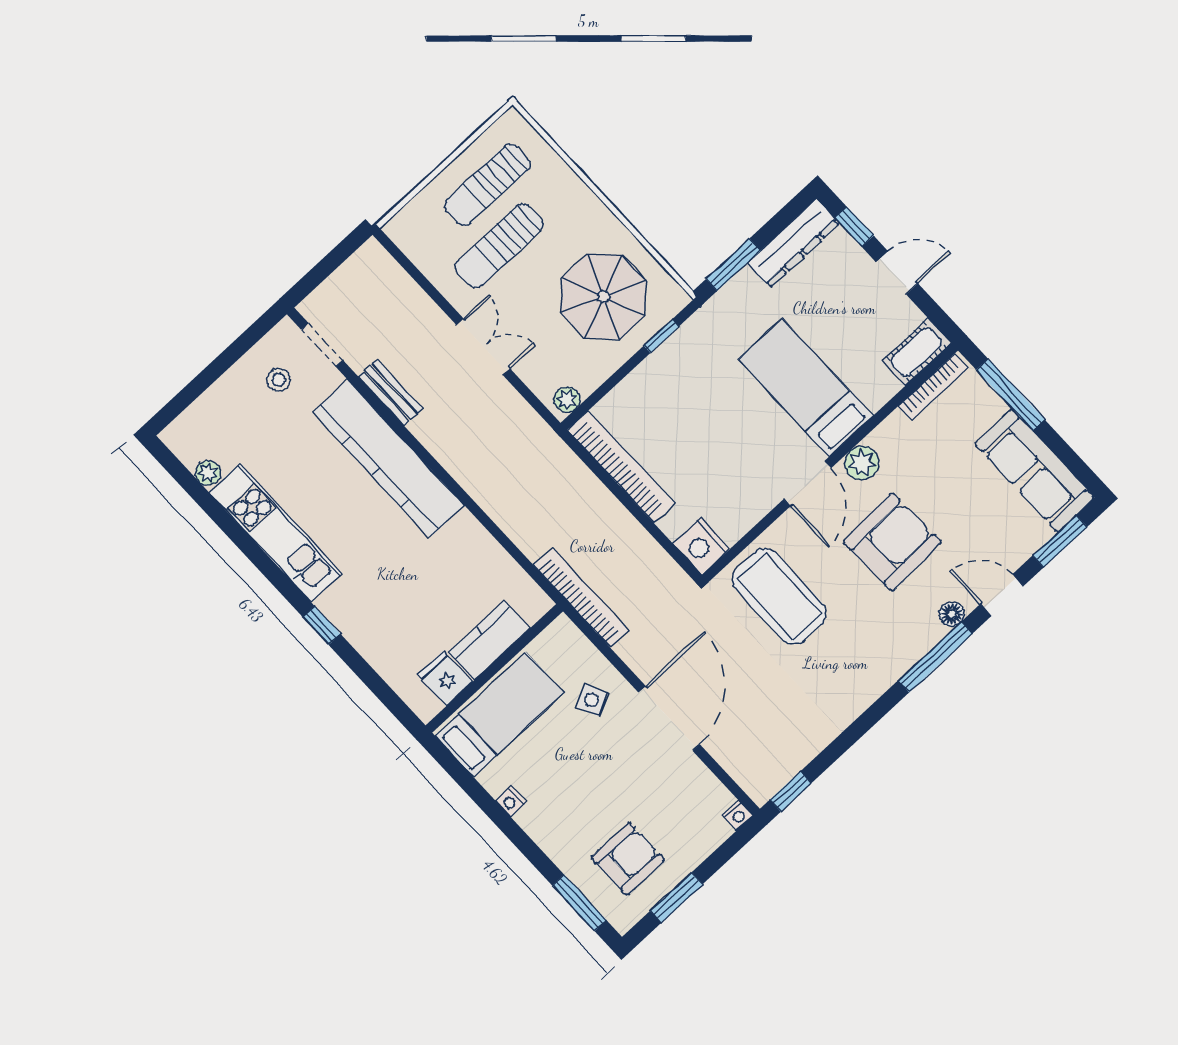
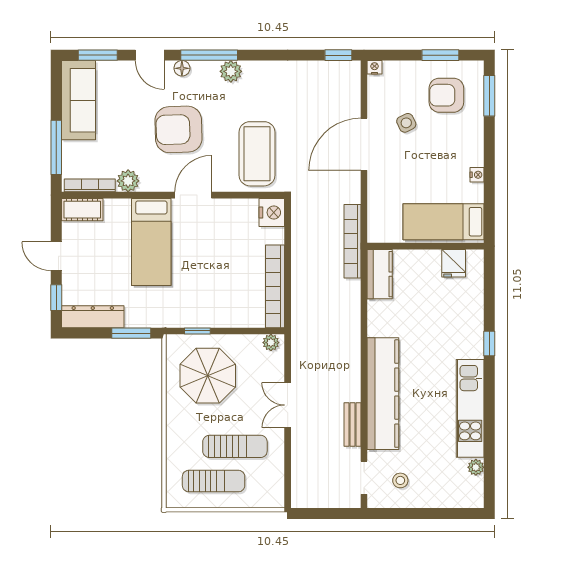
plant: (862, 463) -> (128, 181), moved
kitchen counter: (489, 640) -> (380, 274), moved, turned -90
plant: (894, 661) -> (231, 71), added
side table: (592, 700) -> (406, 123), moved

